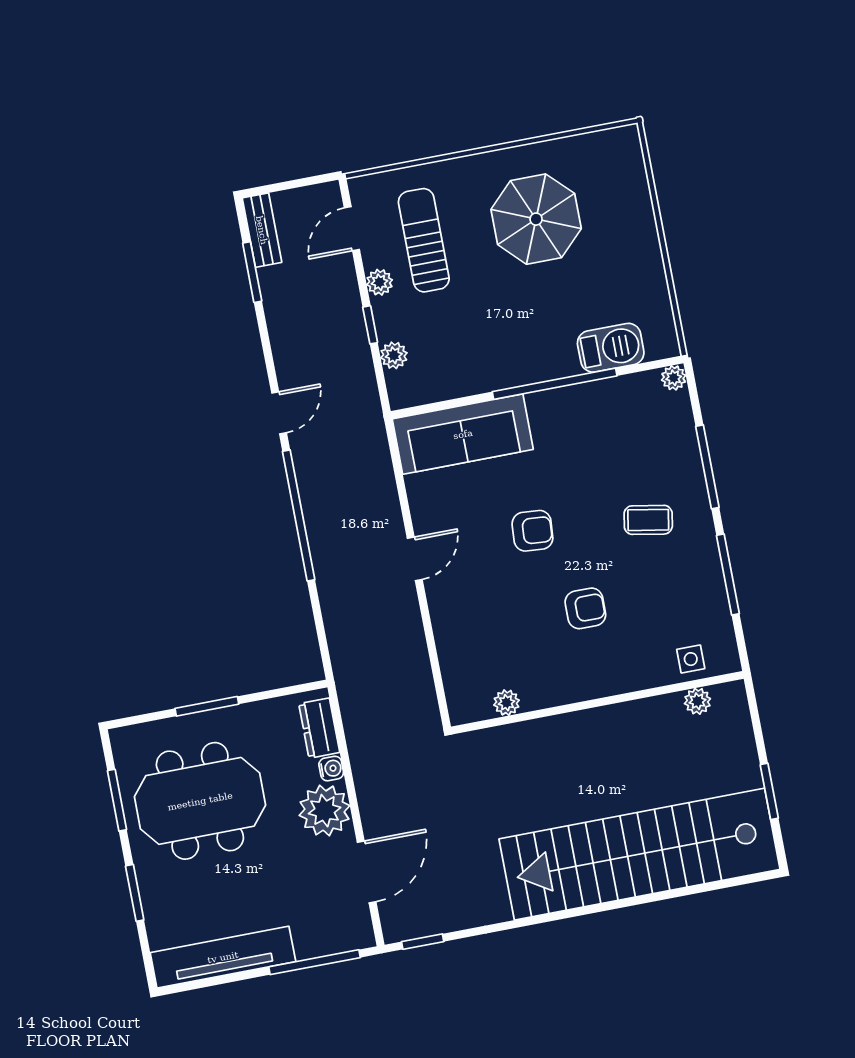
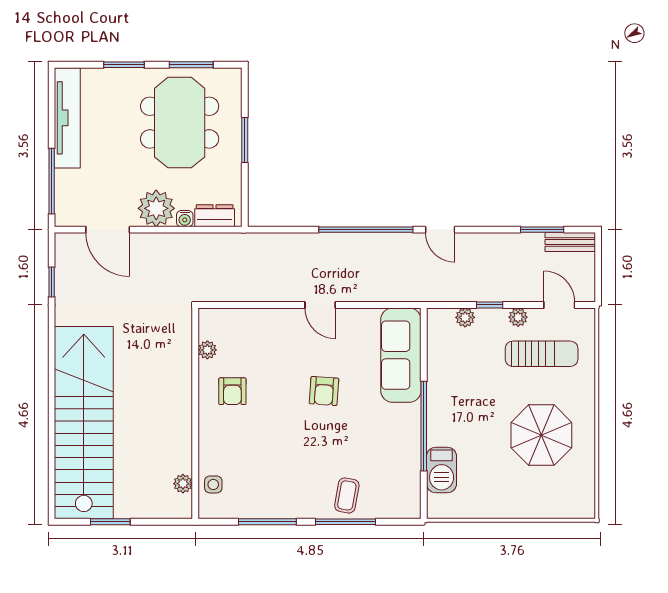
plant: (674, 378) -> (412, 510), removed
coffee table: (648, 520) -> (347, 495), moved
armchair: (585, 608) -> (232, 391), moved
window: (423, 942) -> (52, 282), moved

